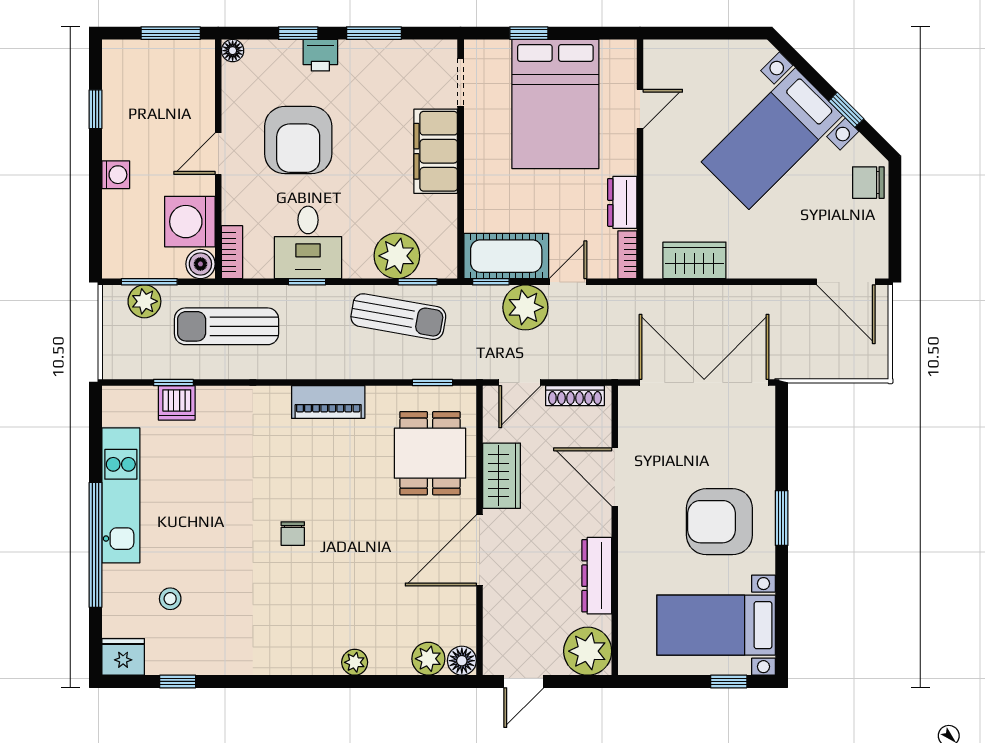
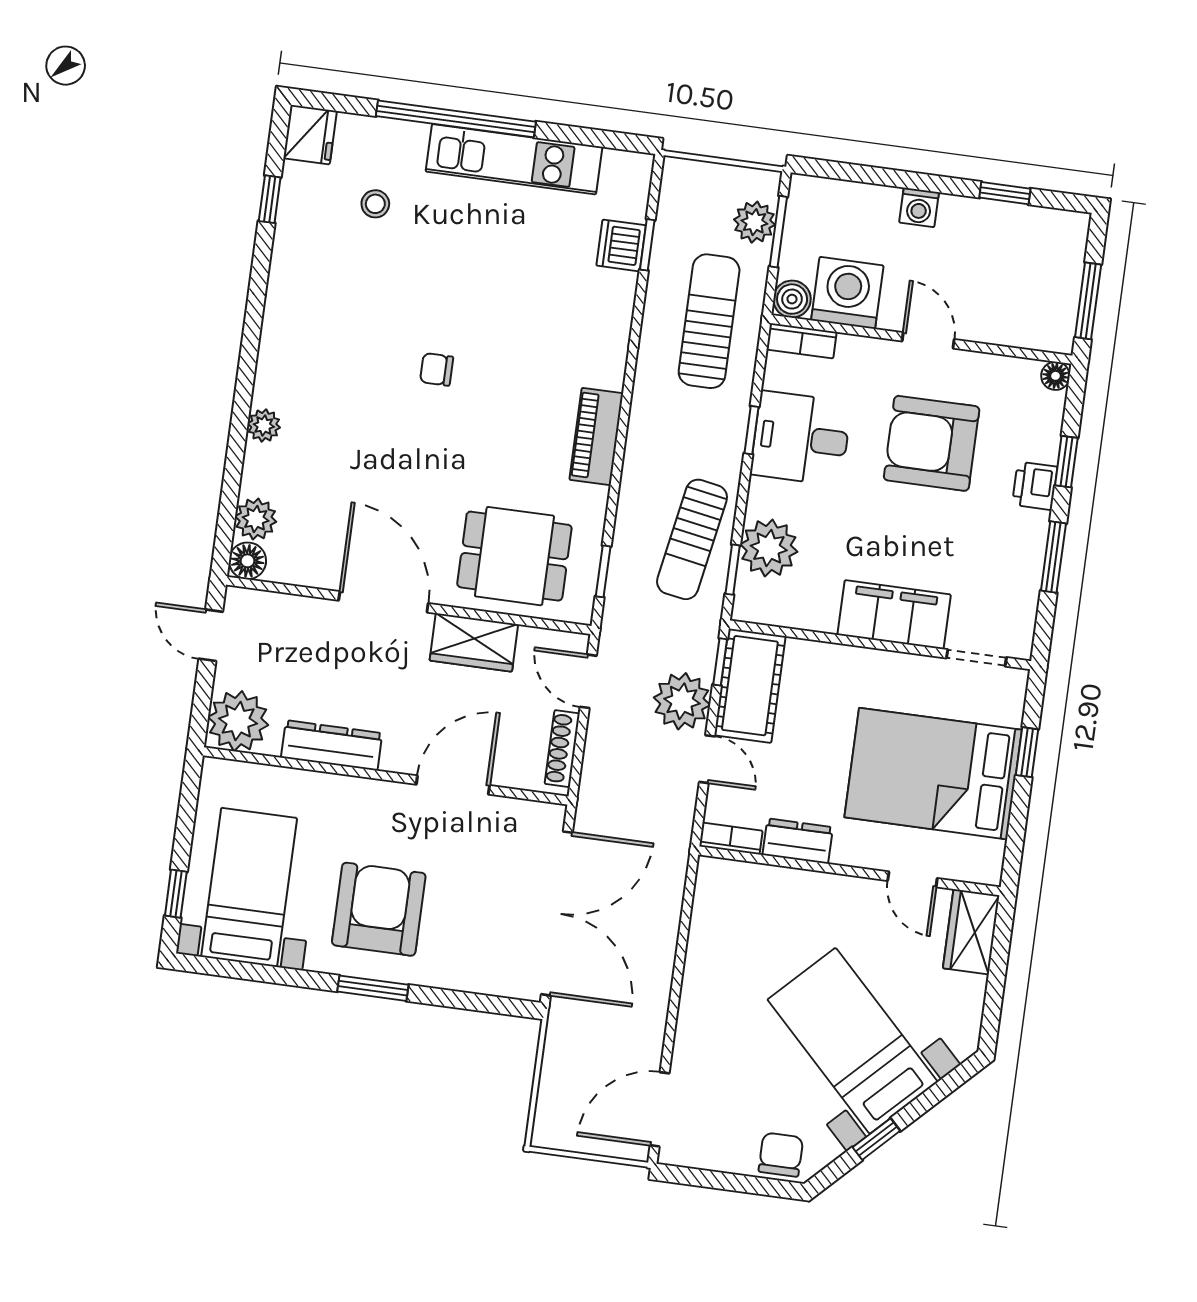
wardrobe: (694, 260) -> (971, 932), moved, turned 180

